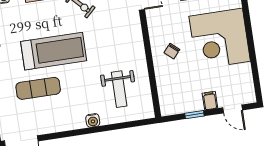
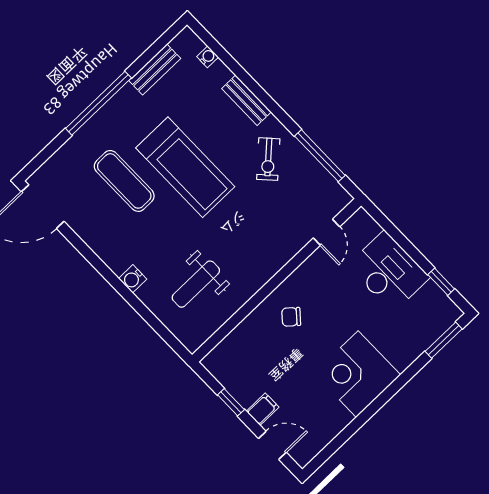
corner desk: (220, 39) -> (357, 374), width x0.74, depth x0.74
door: (233, 109) -> (272, 445), swing flipped

